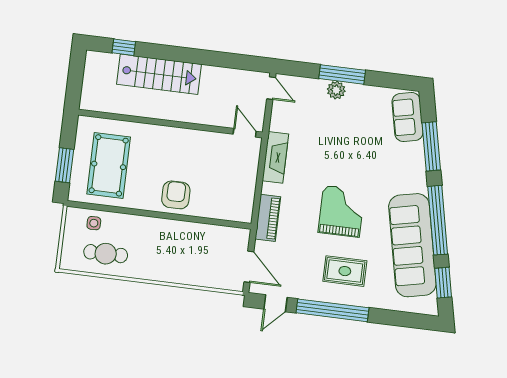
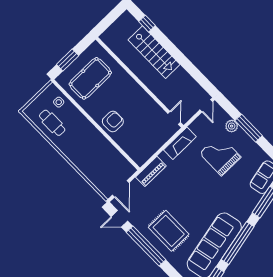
plant: (336, 90) -> (232, 126), moved
grand piano: (341, 211) -> (220, 155), moved, turned -90
rug: (345, 271) -> (169, 231), width x1.36, depth x1.43

